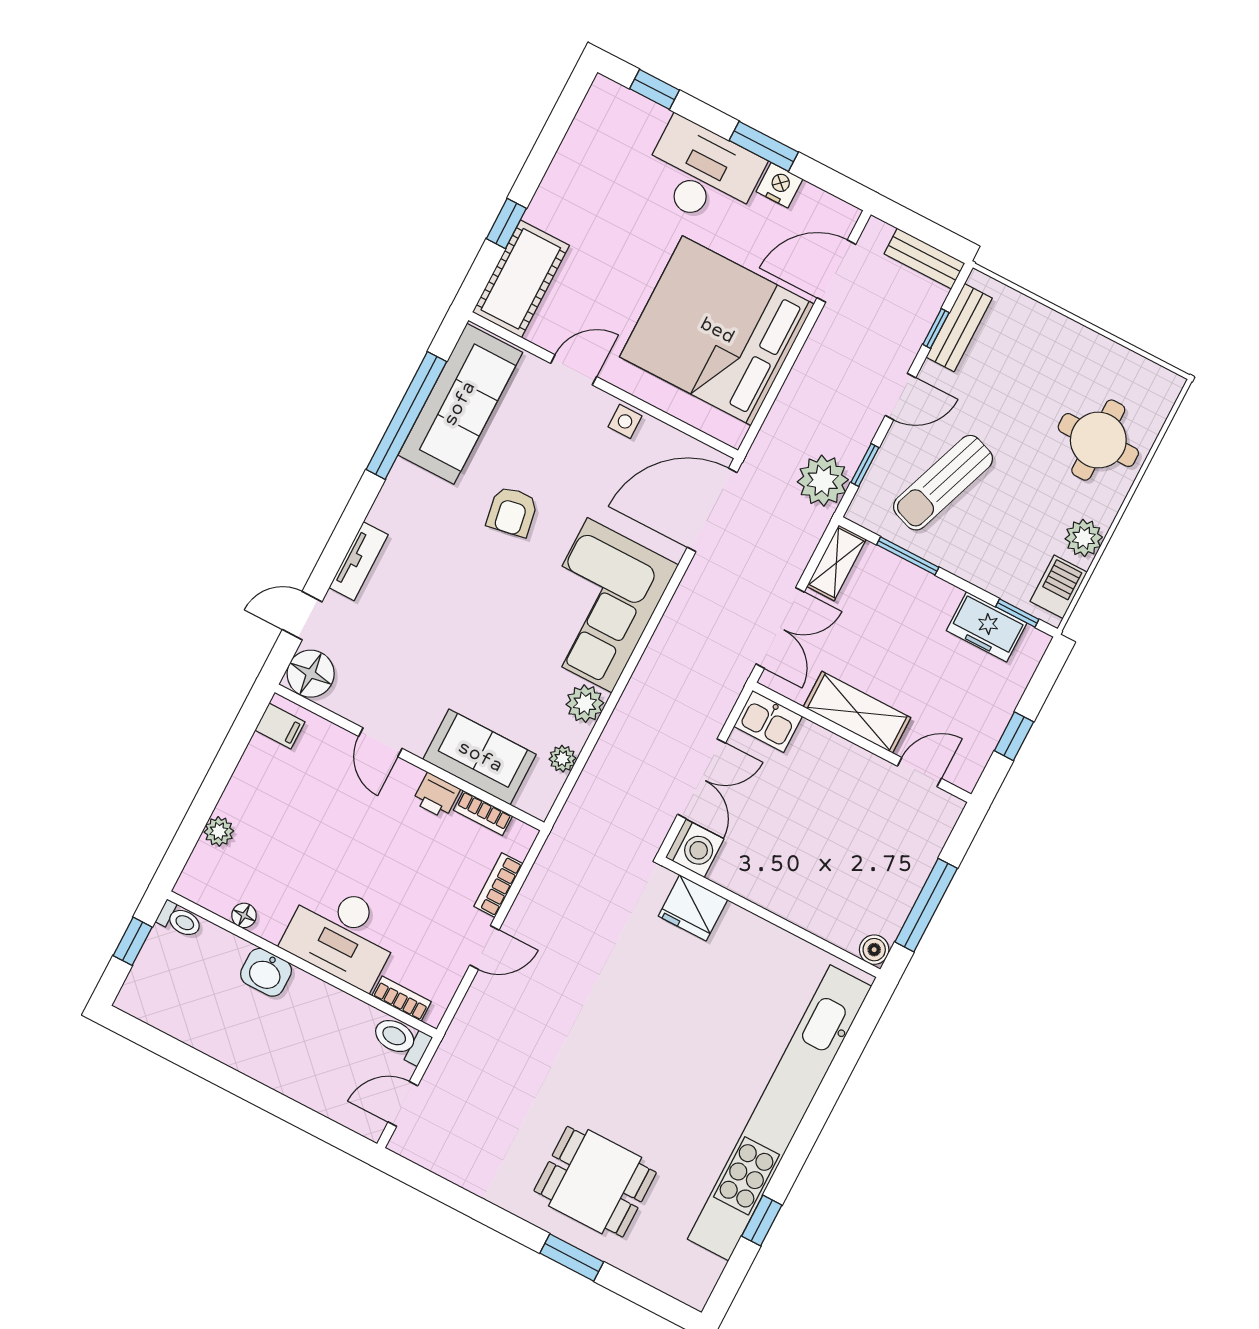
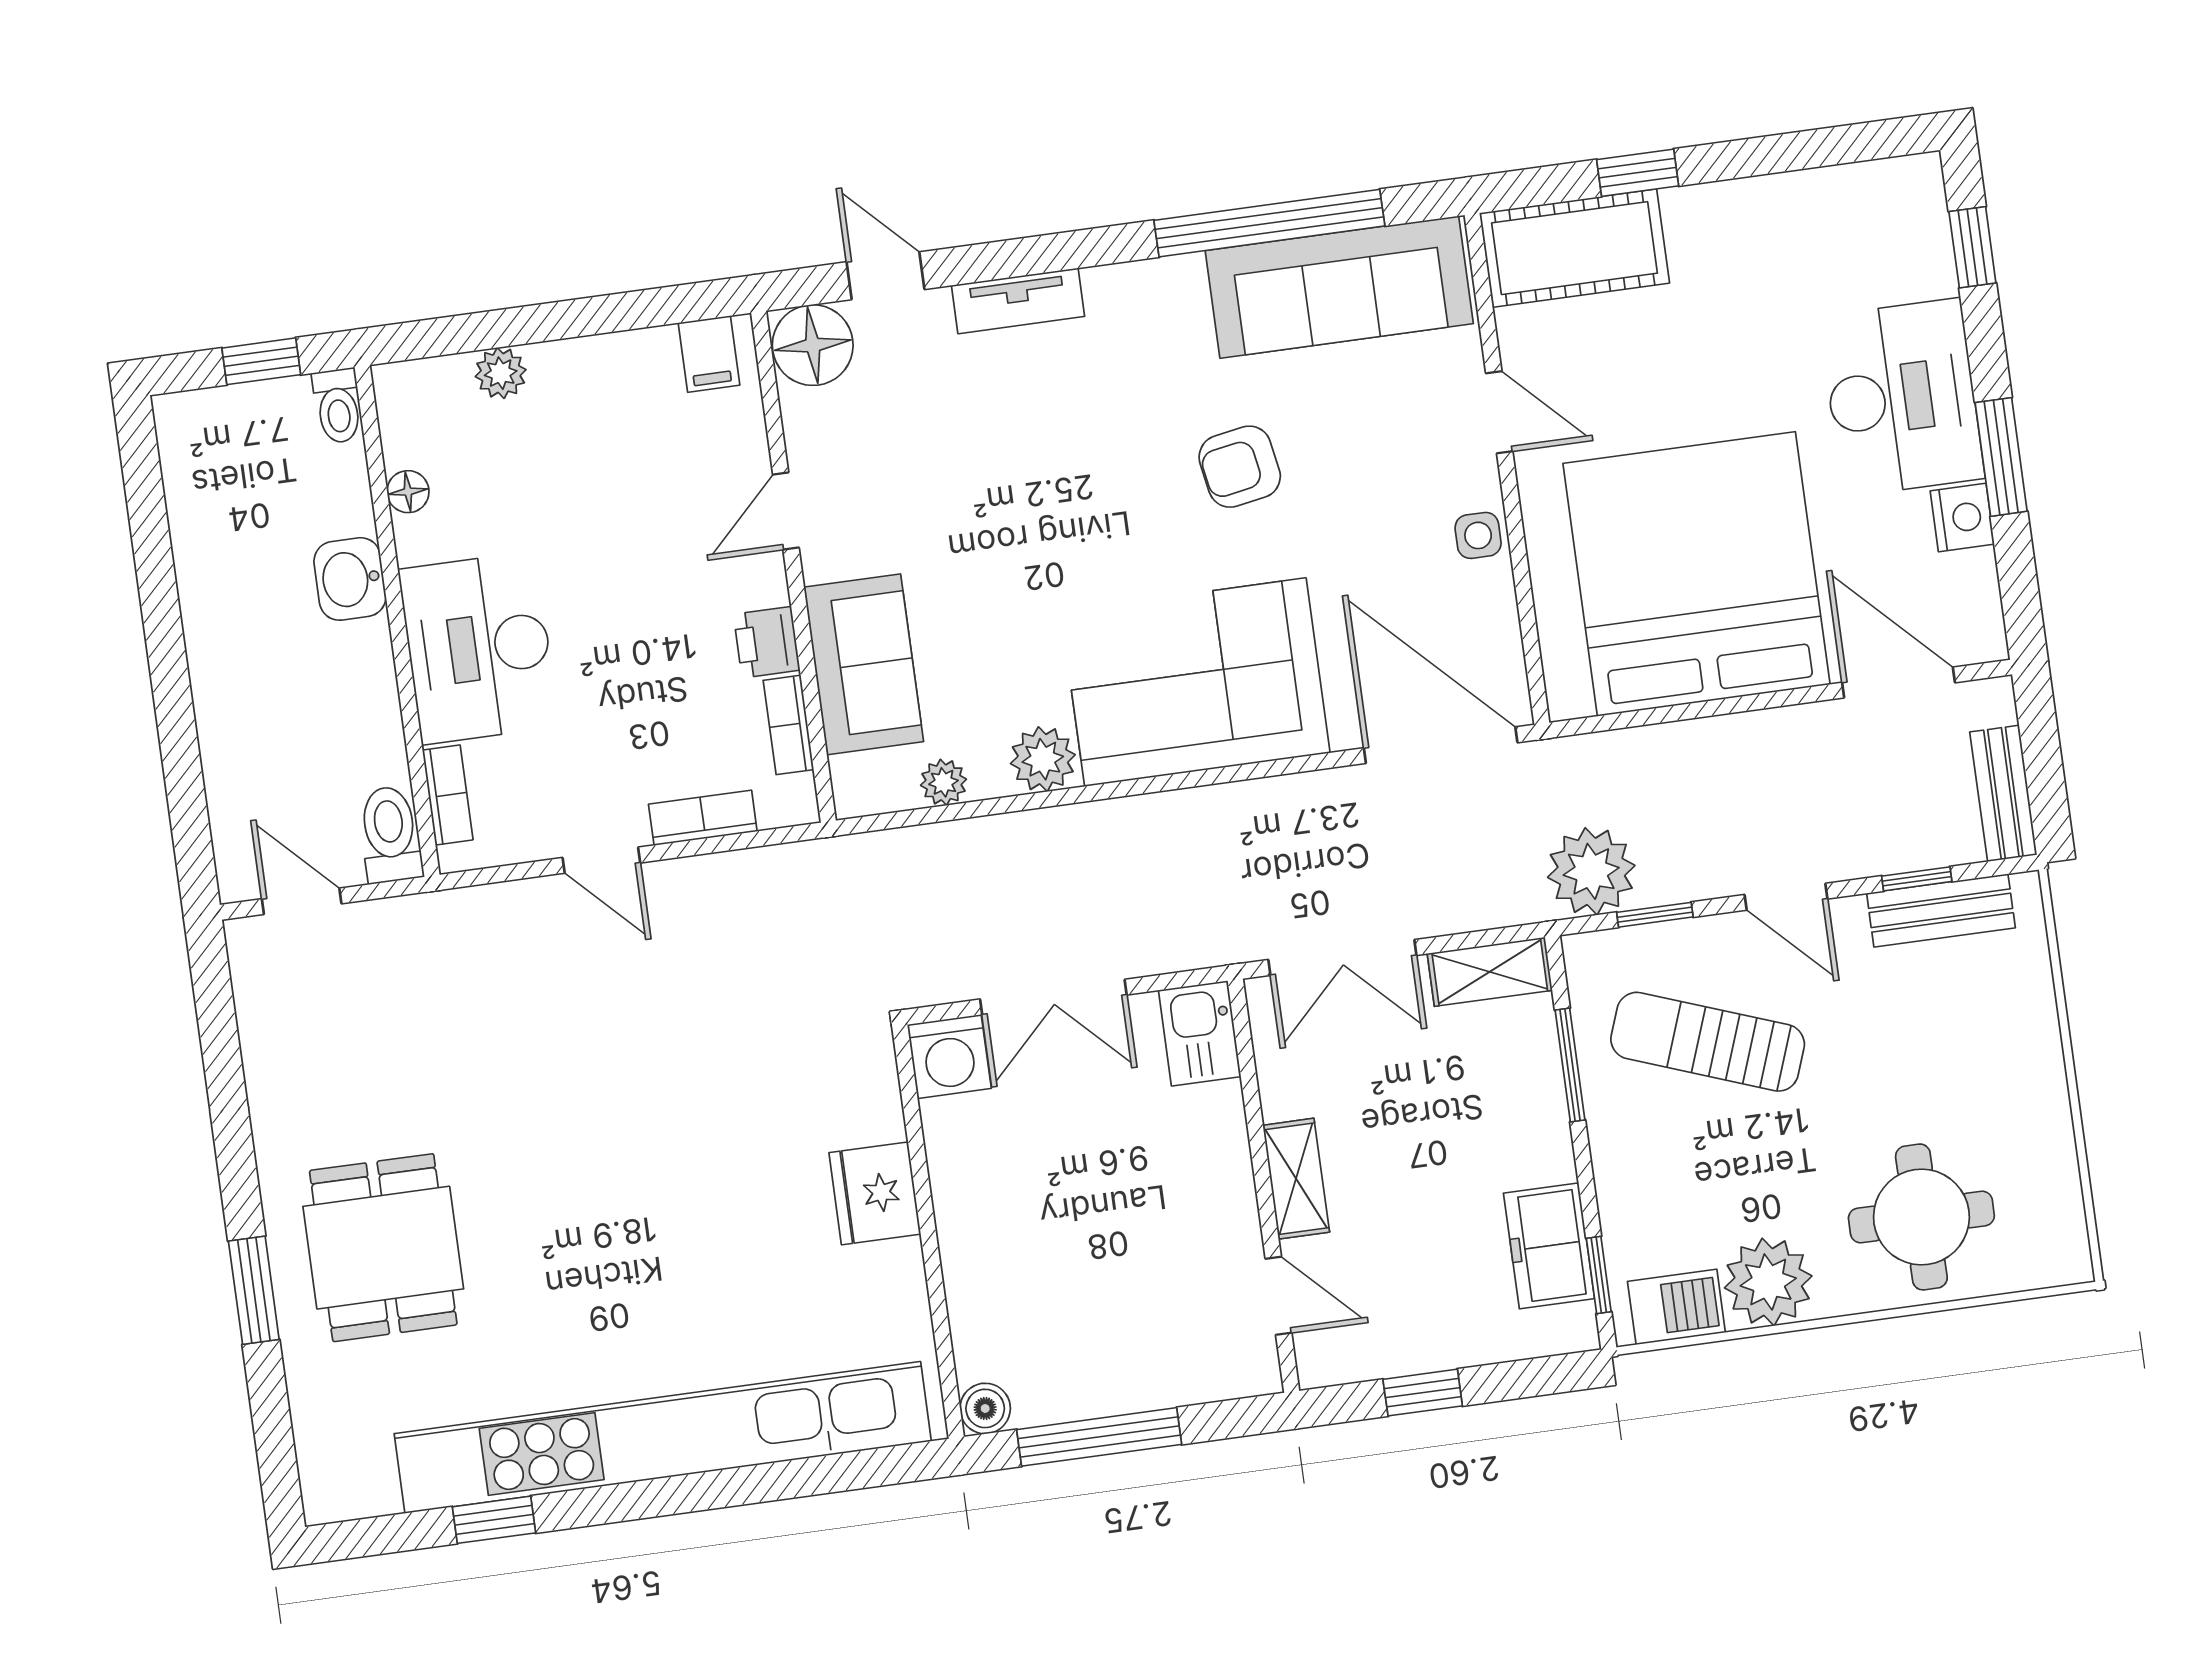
plant: (1084, 538) -> (1768, 1282), width x1.36, depth x1.36
shelving: (857, 712) -> (1296, 1179), width x0.67, depth x0.75
fridge: (693, 908) -> (875, 1193), moved

